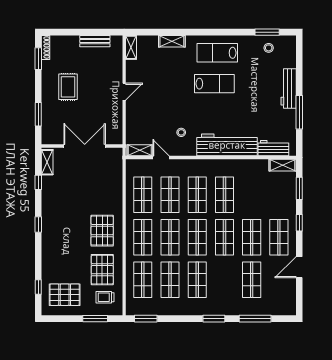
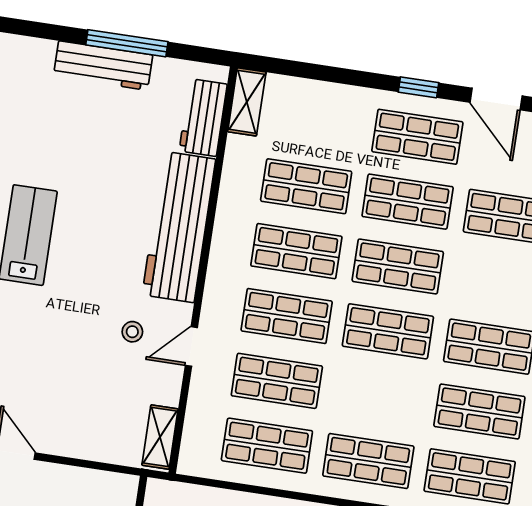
workbench: (289, 89) -> (103, 66), moved
door: (161, 158) -> (191, 346), moved
window: (299, 188) -> (308, 71), removed
window: (299, 223) -> (418, 87), moved
shop shelf: (170, 237) -> (306, 186), moved

